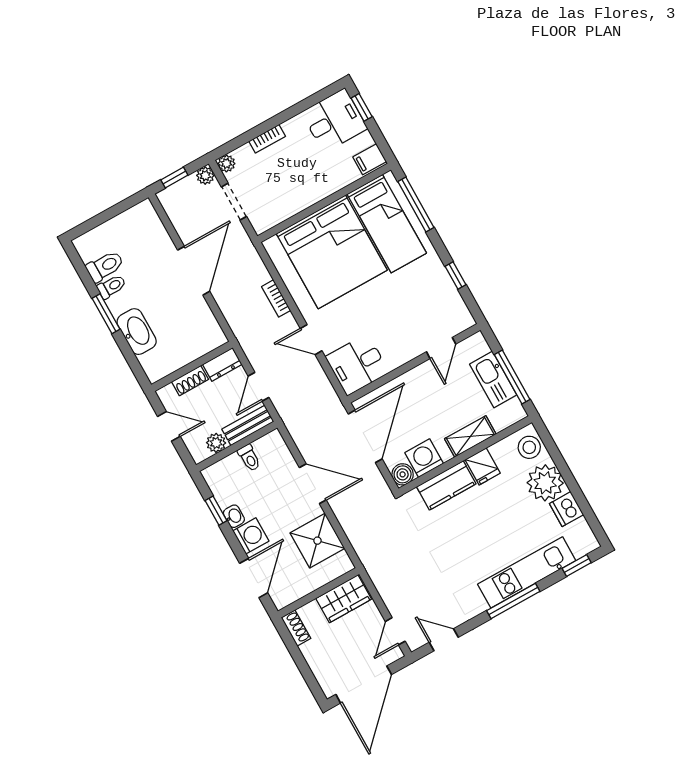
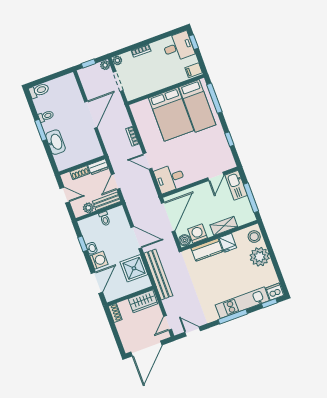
bed: (332, 252) -> (171, 114), width x0.73
toilet: (105, 266) -> (39, 91), moved
kitchen sink: (493, 379) -> (236, 185), moved
dishwasher: (567, 509) -> (275, 292), moved, turned 90
bench: (364, 545) -> (158, 274), added

